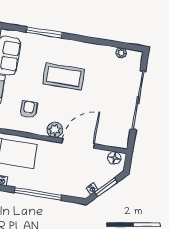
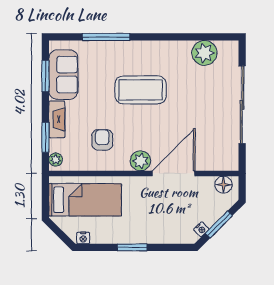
plant: (121, 53) -> (204, 53), width x1.87, depth x1.87
window: (38, 194) -> (132, 247), width x0.47

